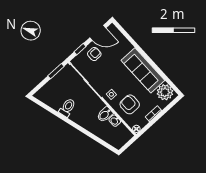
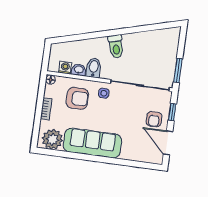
door: (98, 33) -> (168, 143), hinge flipped
toilet: (67, 108) -> (116, 46), moved
washing machine: (122, 129) -> (65, 68), added

